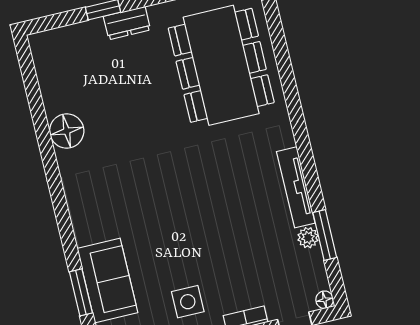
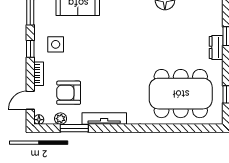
plant: (308, 238) -> (61, 119), moved
armchair: (266, 259) -> (69, 93), added

